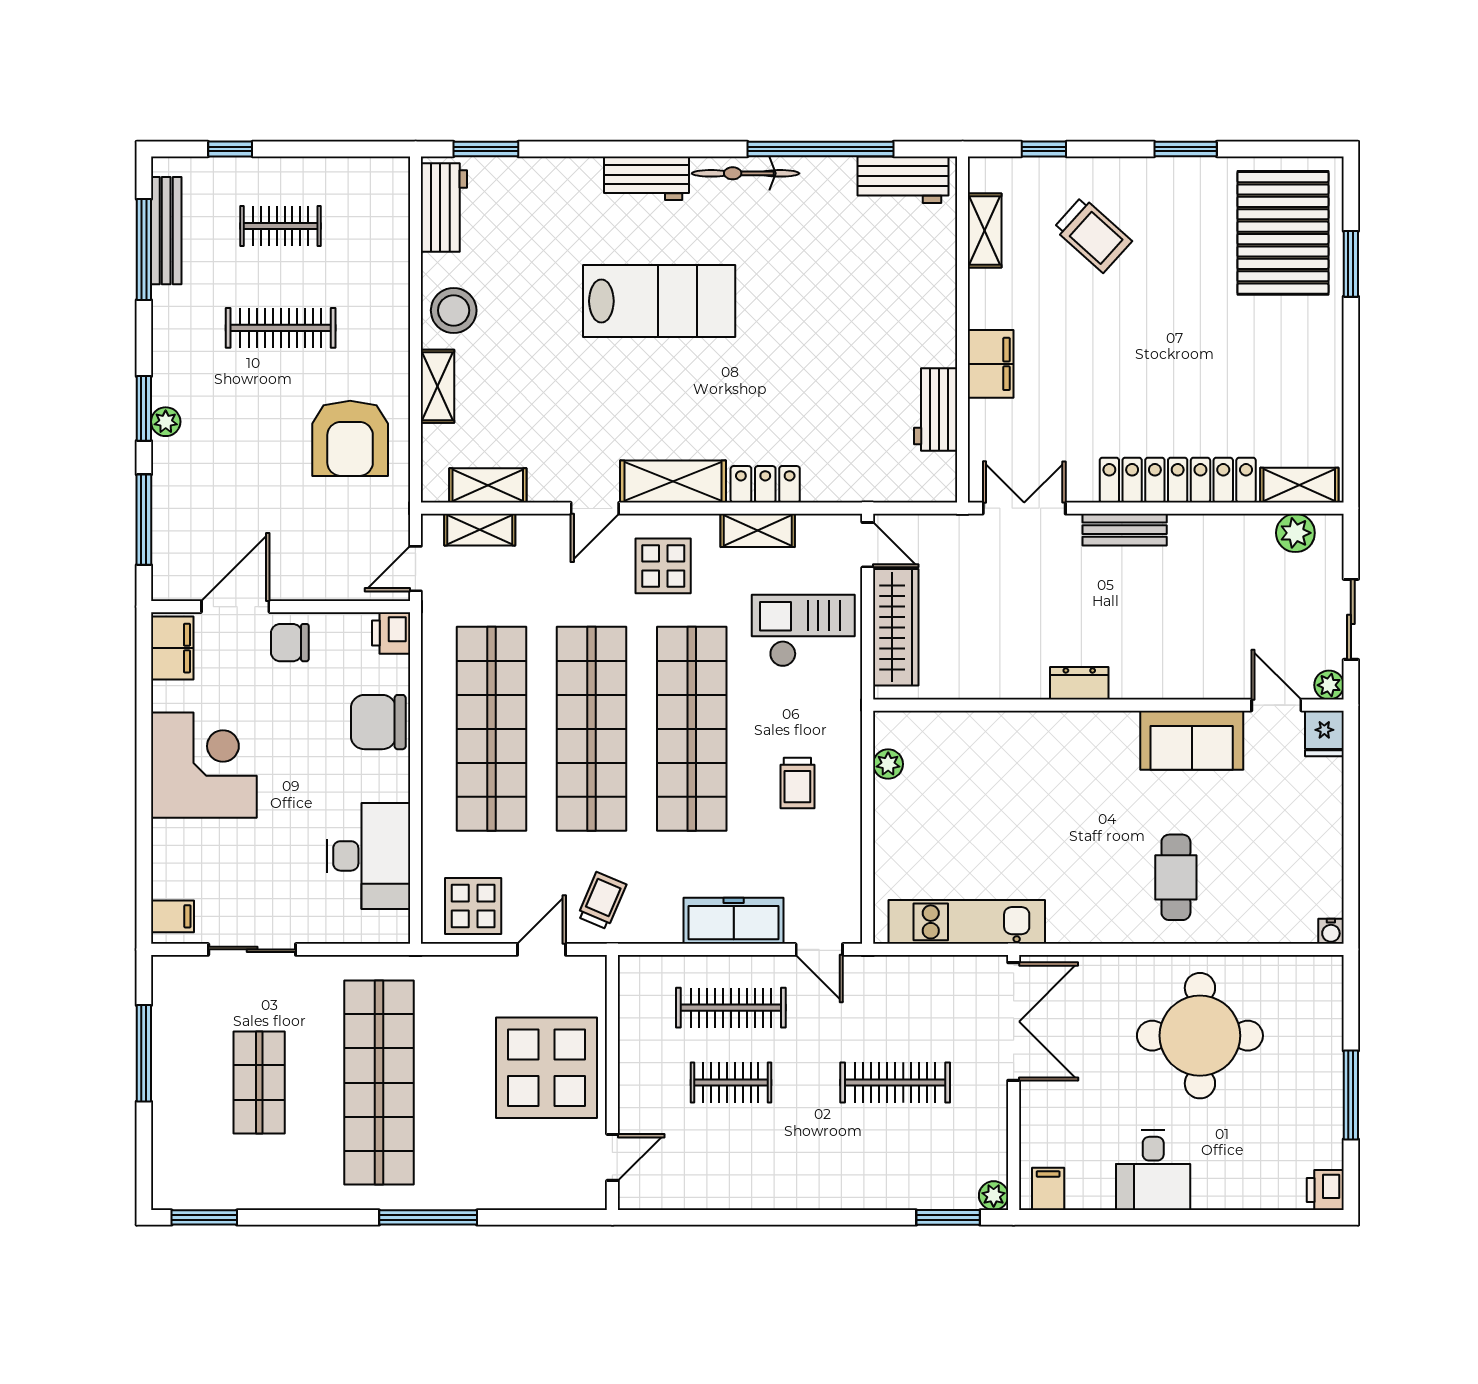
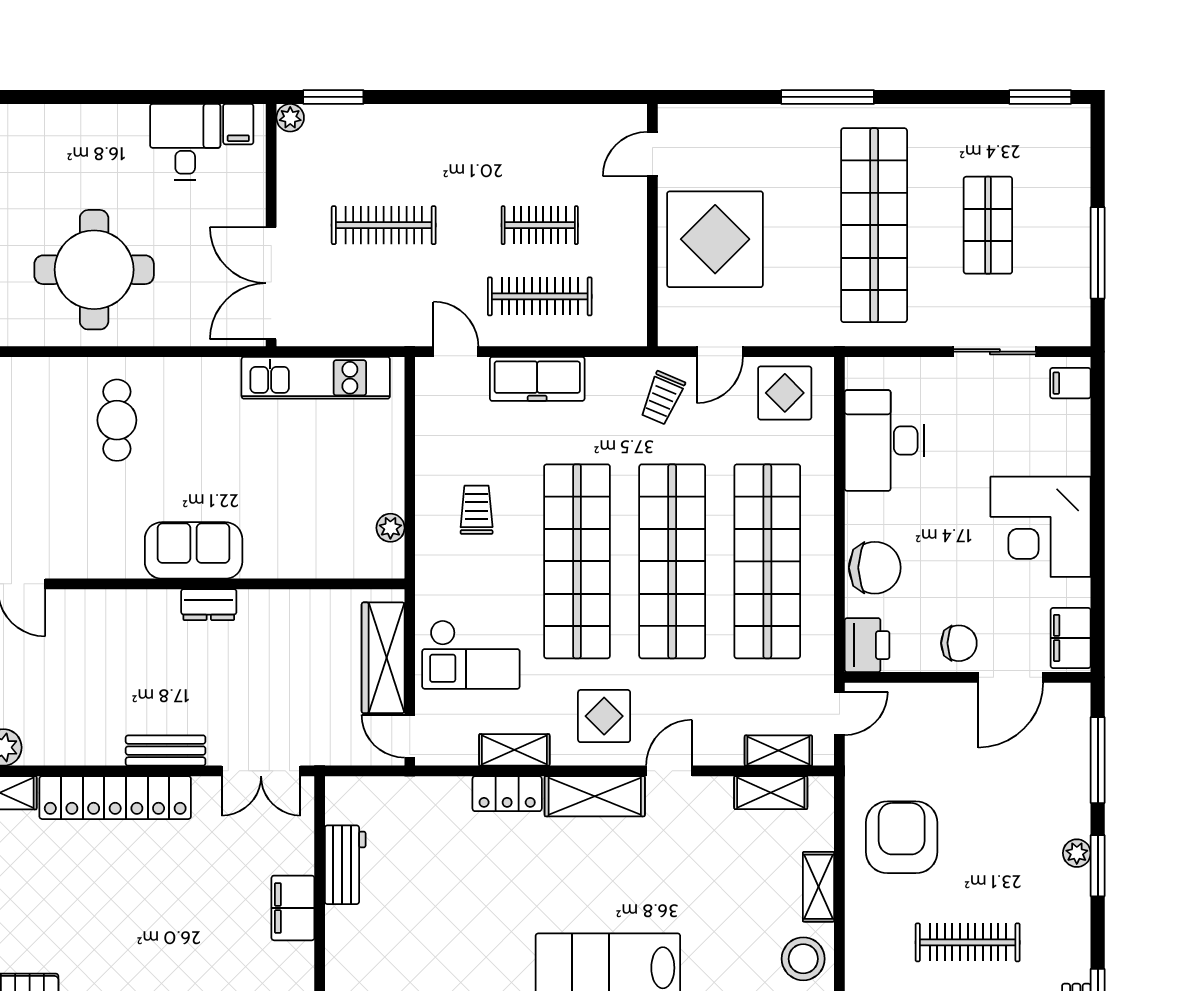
printer: (391, 633) -> (867, 645), width x1.36, depth x1.24
sofa: (1192, 740) -> (194, 550), moved
desk: (1153, 1170) -> (185, 142), moved

